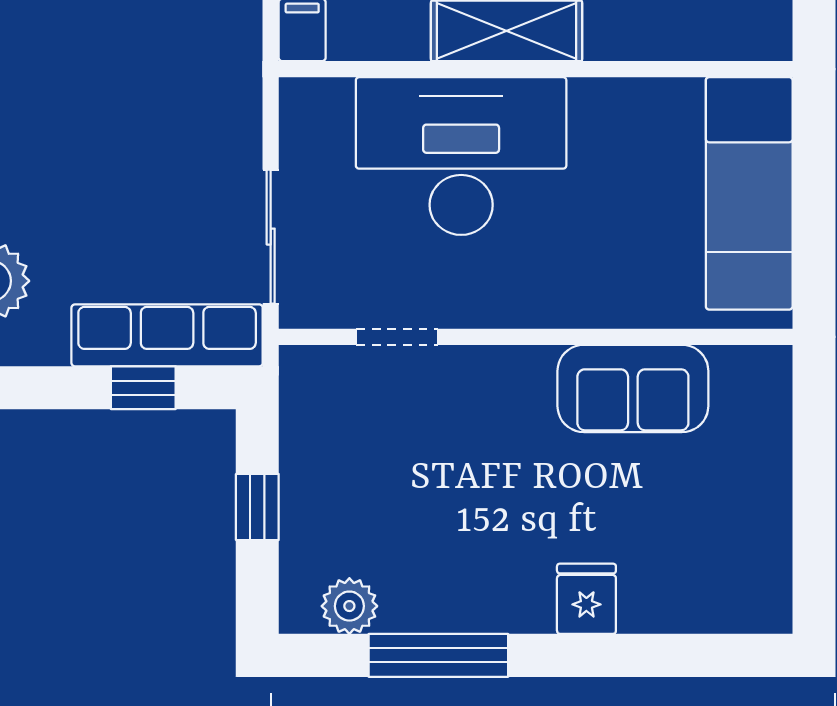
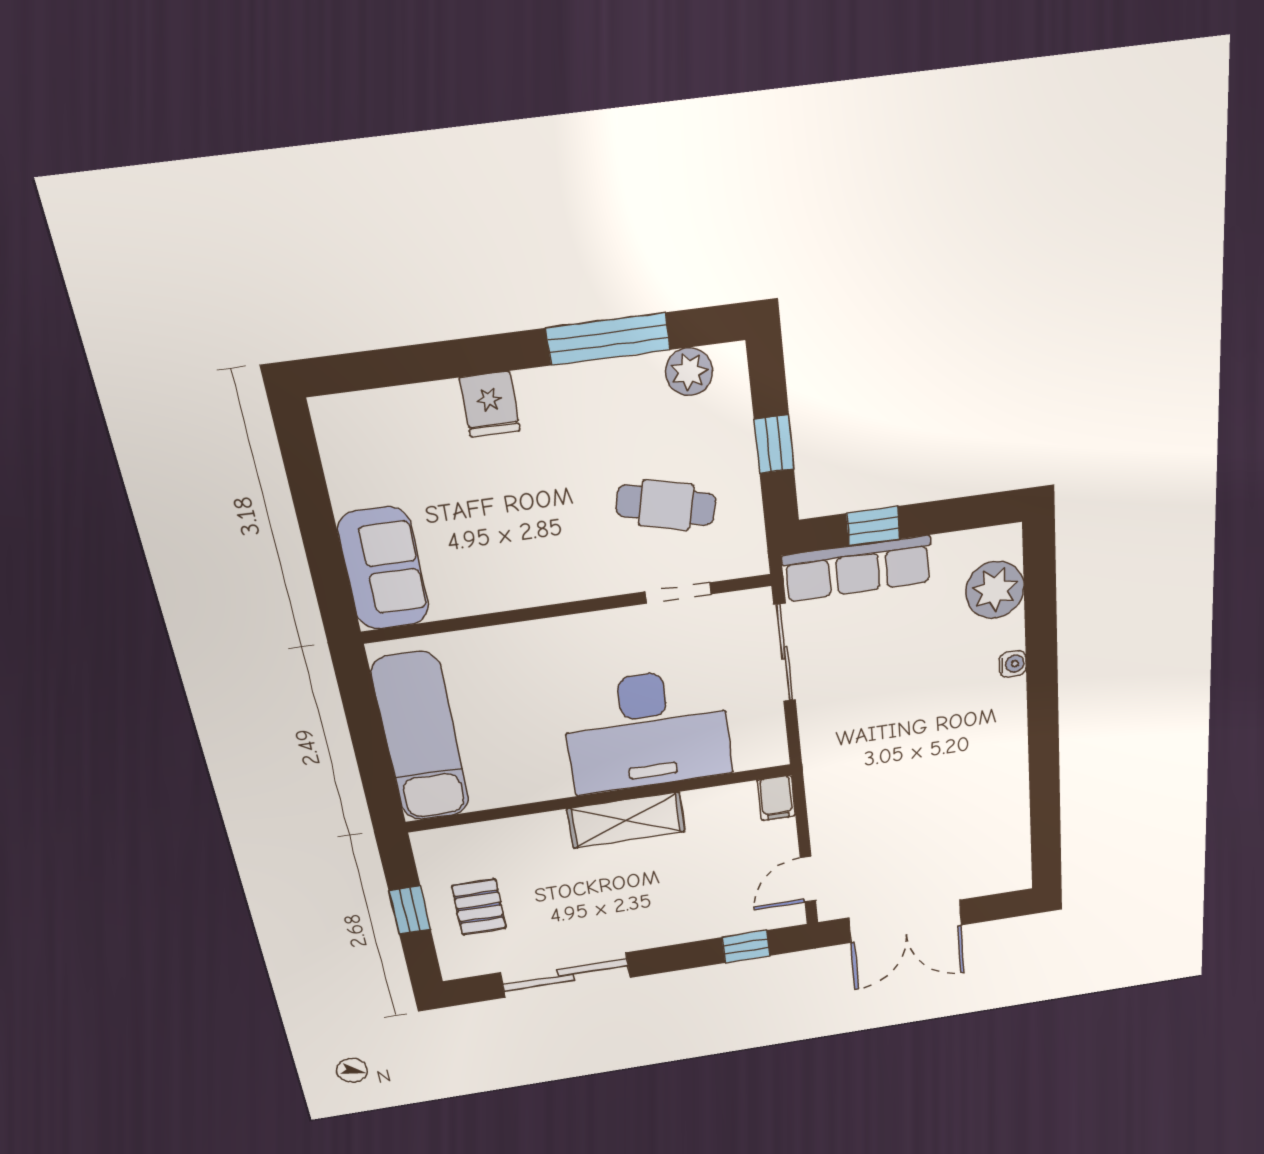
sofa: (633, 388) -> (383, 569), moved, turned 90
cafe table: (397, 451) -> (666, 505), added

